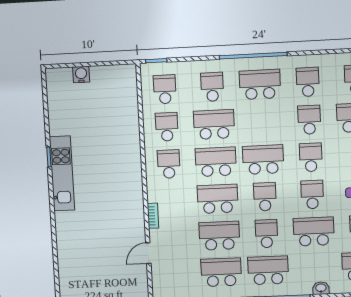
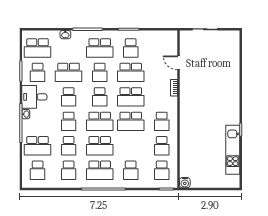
water cooler: (81, 74) -> (185, 183), moved
school desk: (214, 124) -> (100, 146), moved
kitchen unit: (62, 173) -> (233, 150), moved
door: (148, 253) -> (178, 63), swing flipped
school desk: (221, 272) -> (131, 48), width x0.54

